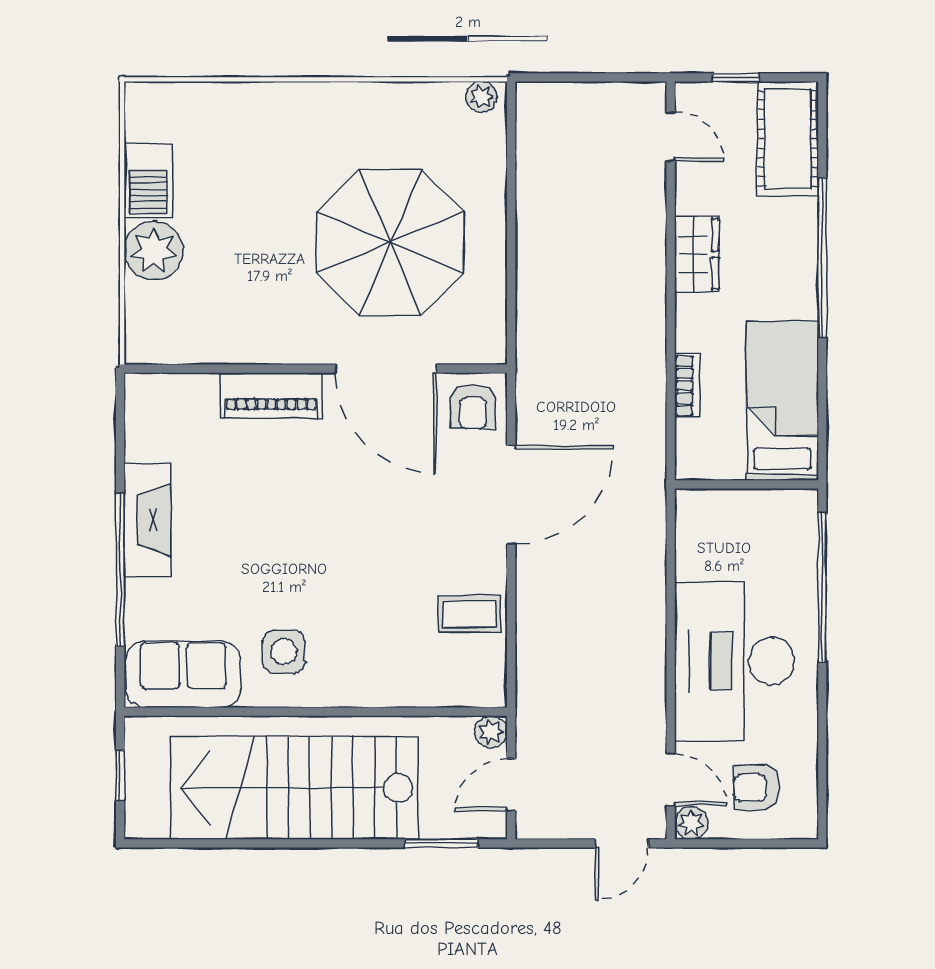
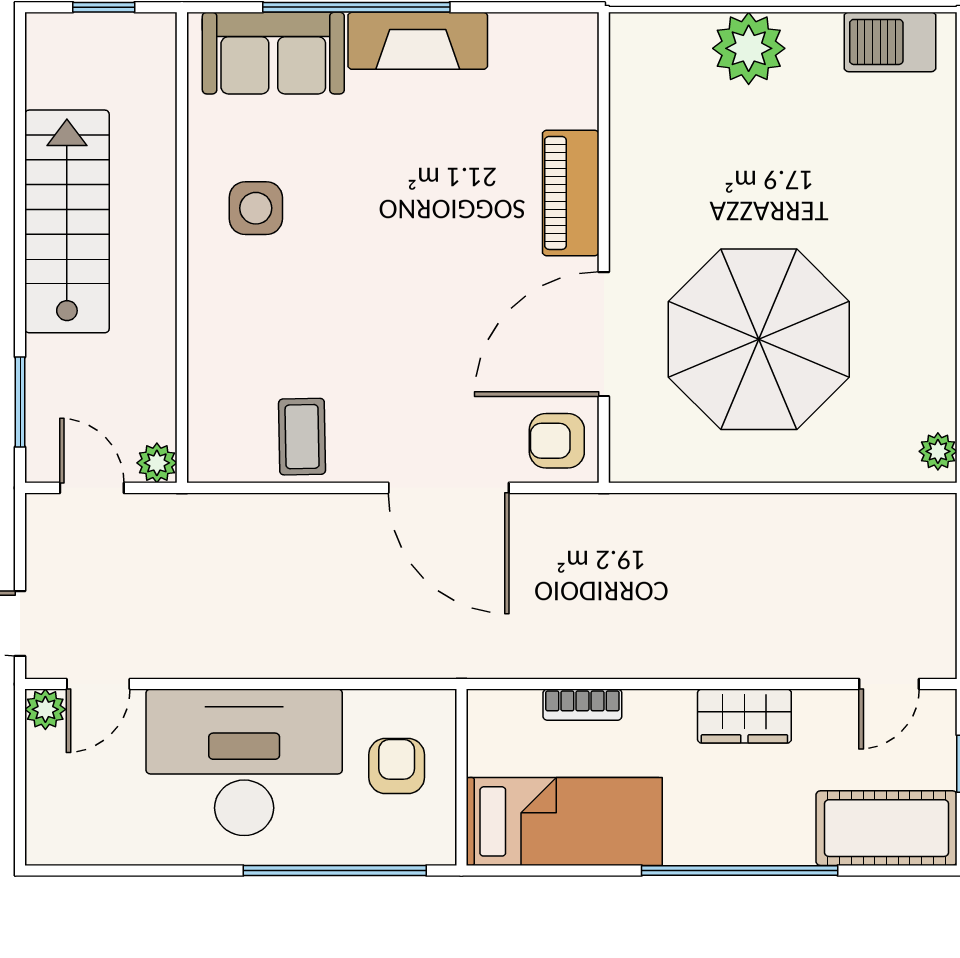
barbecue: (148, 181) -> (890, 42), moved
sofa: (183, 674) -> (273, 53), moved, turned 90
stairs: (294, 788) -> (67, 221), width x0.73, depth x0.66
armchair: (756, 788) -> (397, 766), moved

